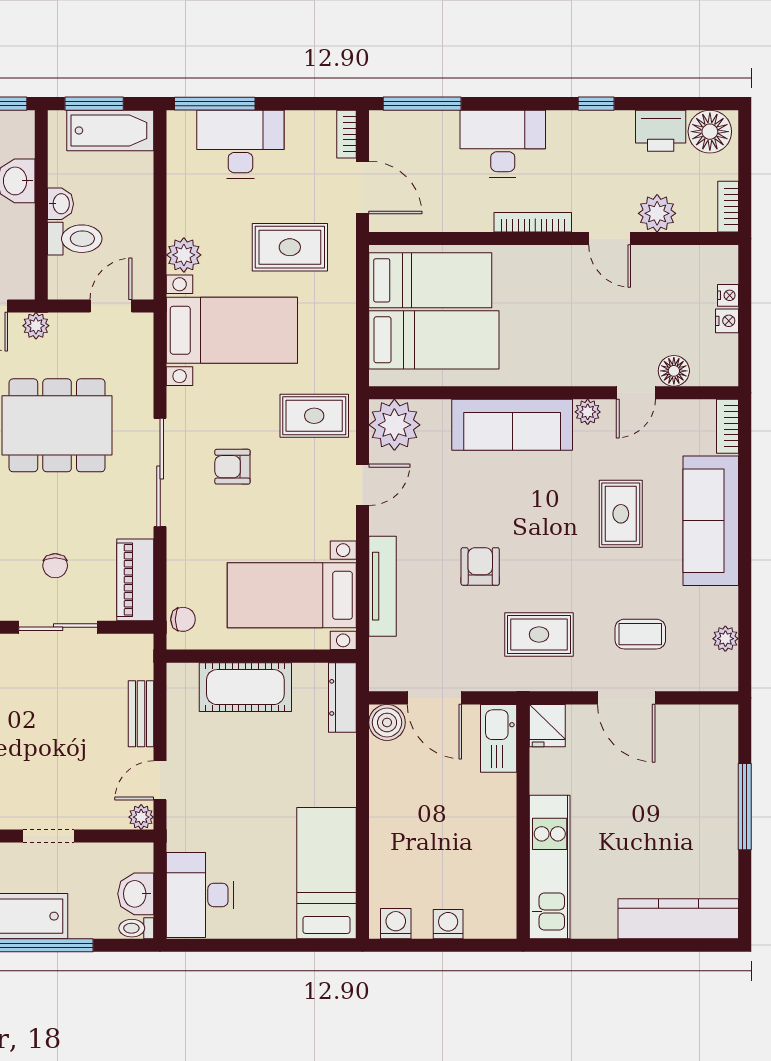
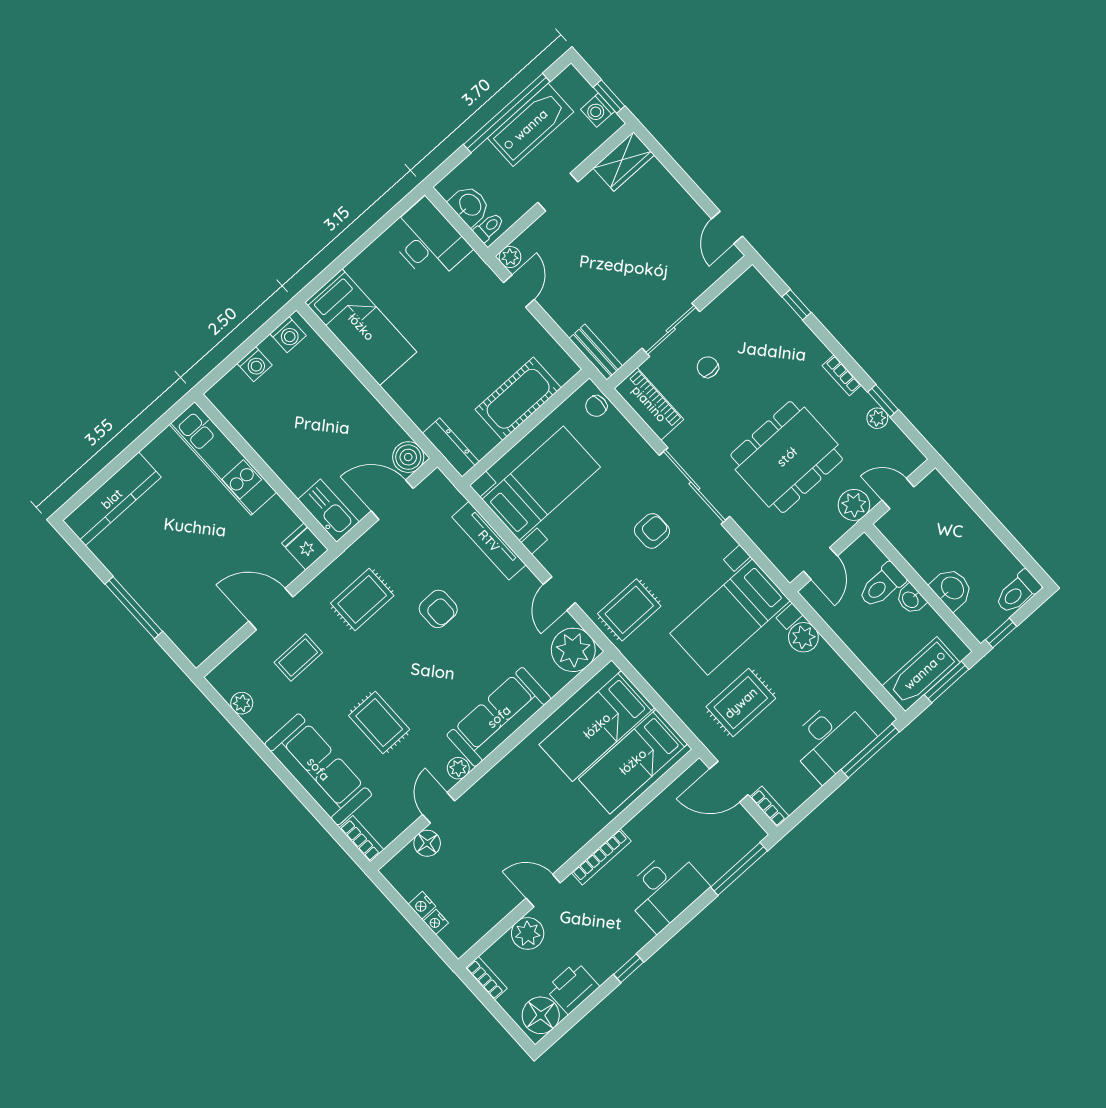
plant: (36, 326) -> (854, 505), width x1.38, depth x1.38
bench: (141, 714) -> (596, 352), moved
toilet: (136, 928) -> (489, 227), moved

